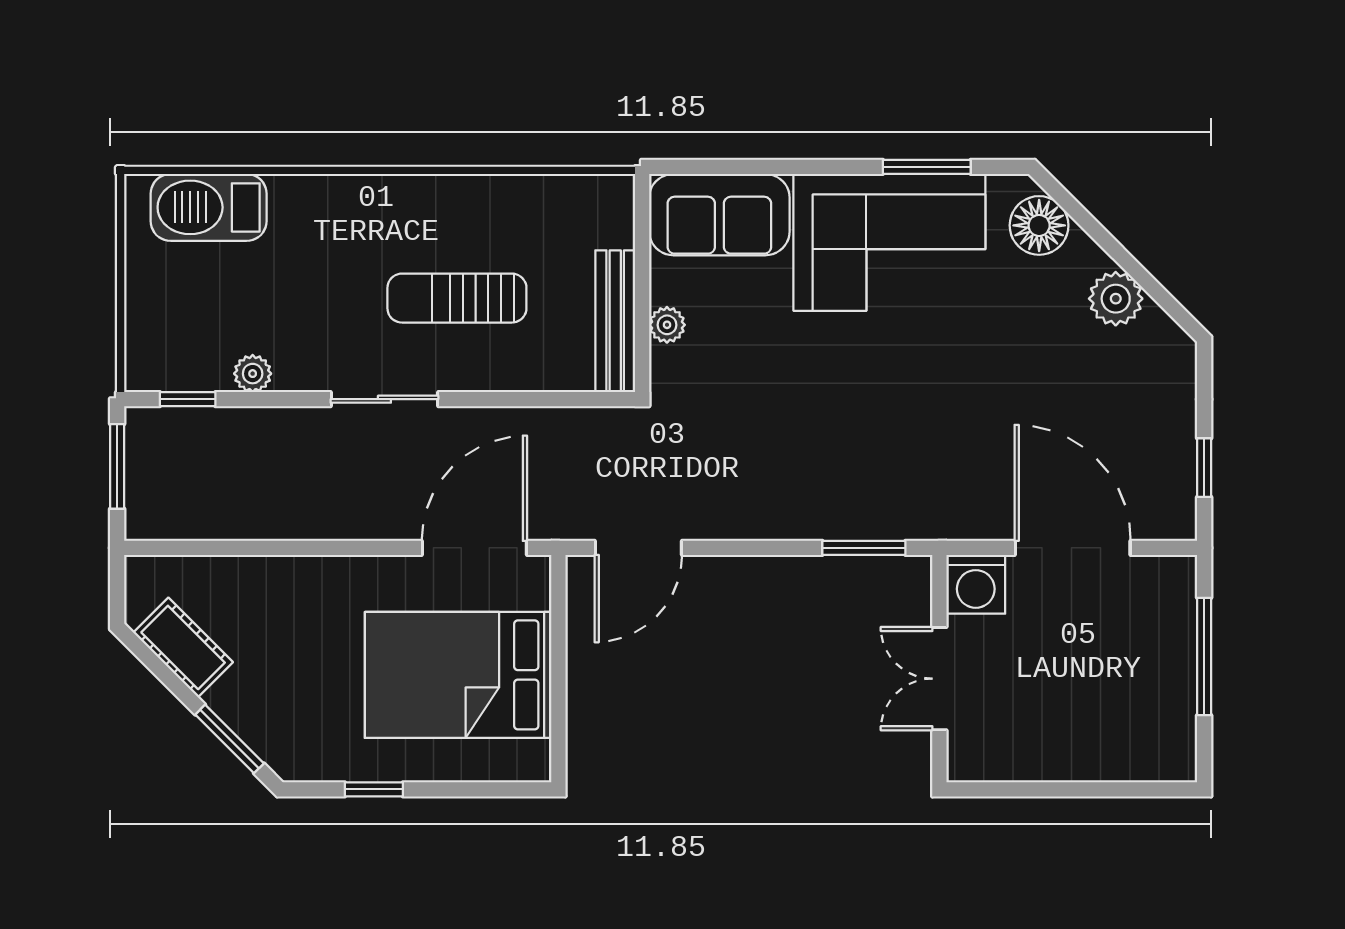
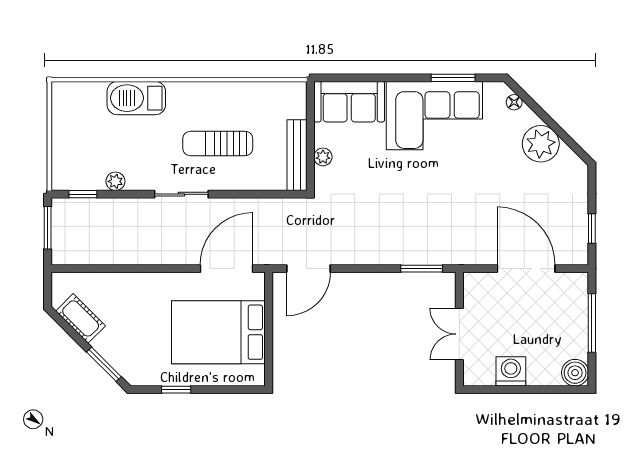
barbecue: (209, 207) -> (136, 98), moved
floor lamp: (1039, 225) -> (514, 102), width x0.53, depth x0.53
plant: (1116, 299) -> (541, 144), width x1.36, depth x1.36
washing machine: (976, 584) -> (511, 371), moved, turned 180
boiler: (1170, 756) -> (575, 373), added

